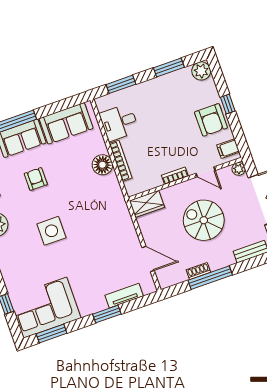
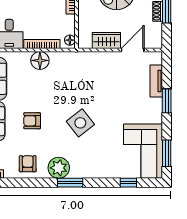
floor lamp: (135, 189) -> (70, 40), added
wardrobe: (147, 204) -> (106, 41), moved, turned -90
side table: (51, 231) -> (80, 123), turned -38

